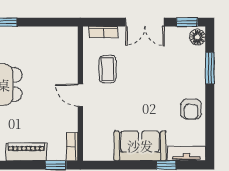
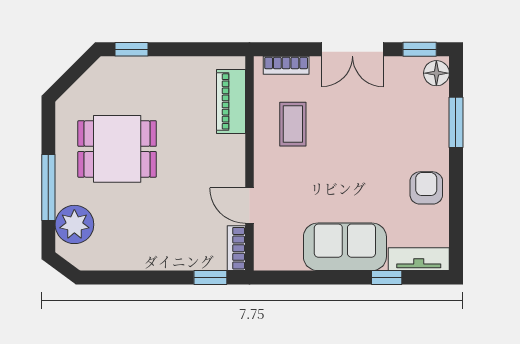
door: (80, 95) -> (249, 206), moved
armchair: (191, 109) -> (426, 188), turned 180
piano: (26, 152) -> (231, 101), moved, turned -90

